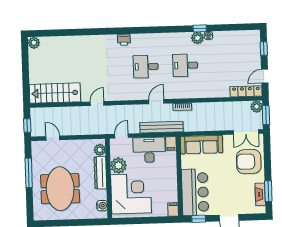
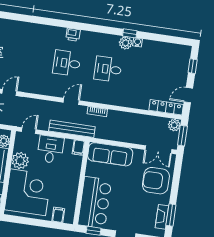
printer: (124, 40) -> (73, 35), moved
desk: (149, 150) -> (50, 149), width x0.73
filing cabinet: (173, 209) -> (58, 215), moved

